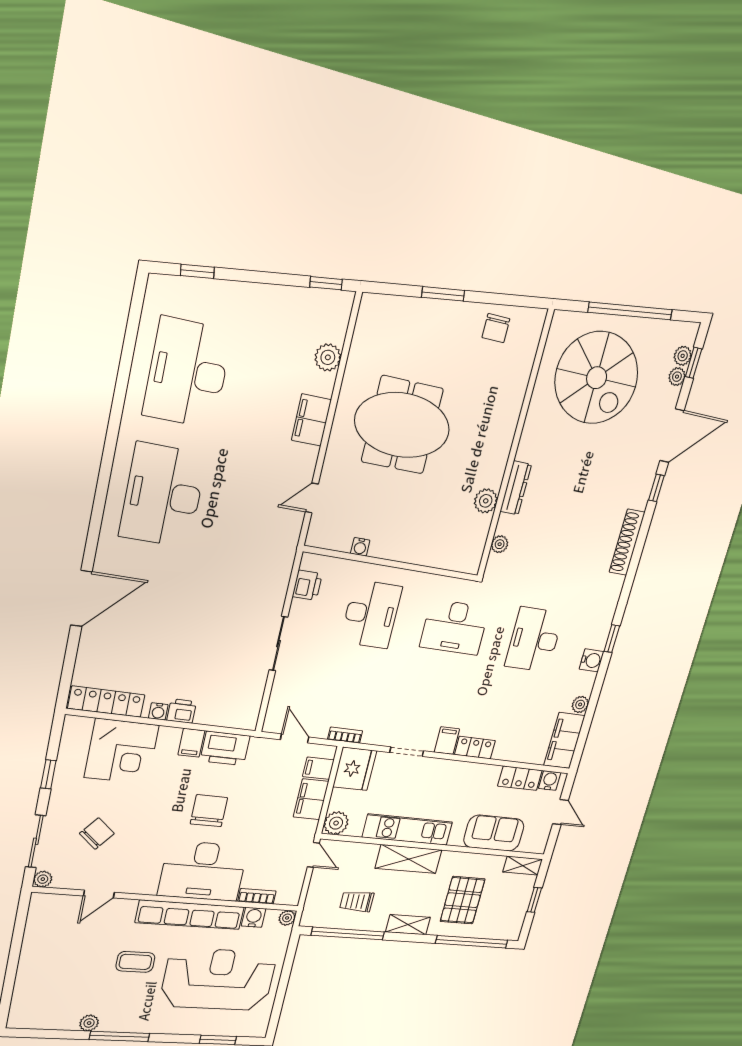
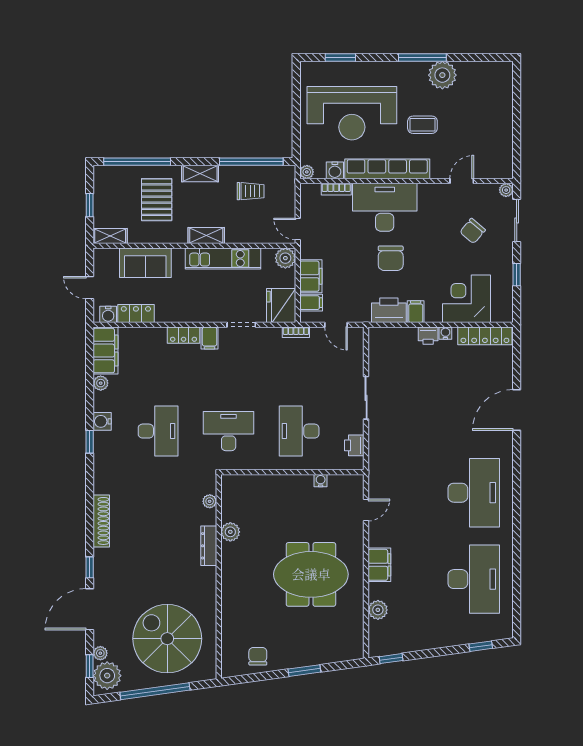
plant: (683, 356) -> (107, 676), width x1.88, depth x1.88
shelving: (409, 859) -> (206, 235), width x0.67, depth x0.75
plant: (89, 1023) -> (442, 75), width x1.88, depth x1.88

